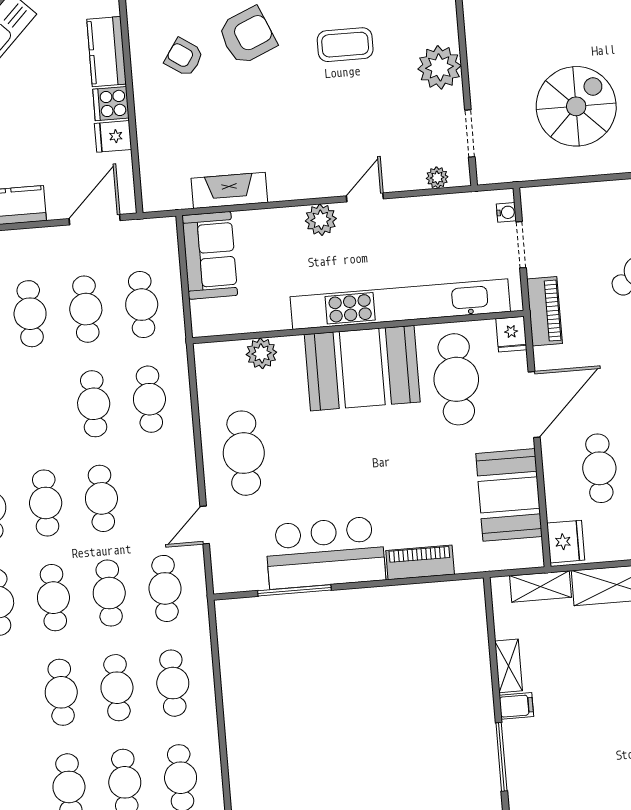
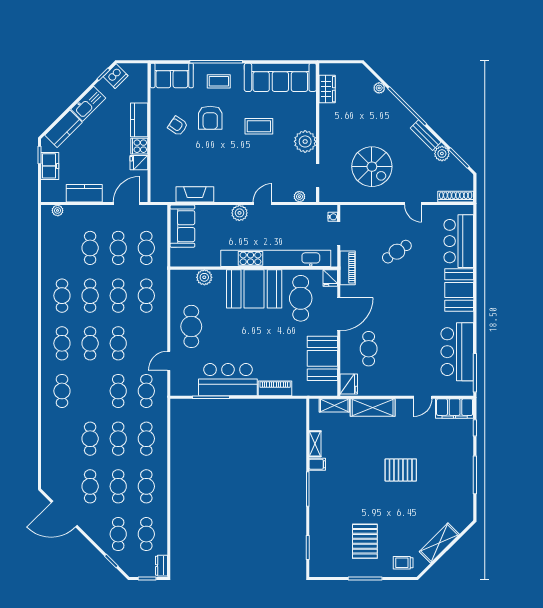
armchair: (247, 36) -> (210, 118), turned 113
spiral stairs: (576, 106) -> (372, 167), turned 90
cafe table: (53, 598) -> (90, 296), moved

